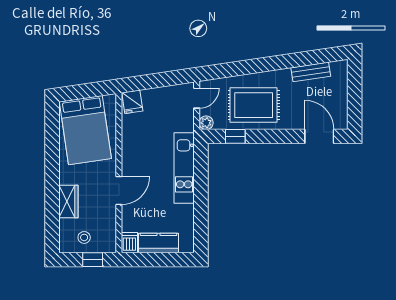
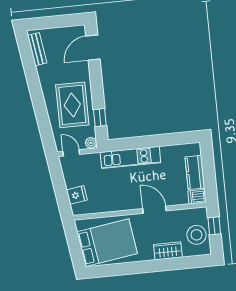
bench: (311, 72) -> (37, 49), moved
fridge: (132, 102) -> (77, 195), moved
stool: (84, 237) -> (196, 235), width x1.89, depth x1.89

